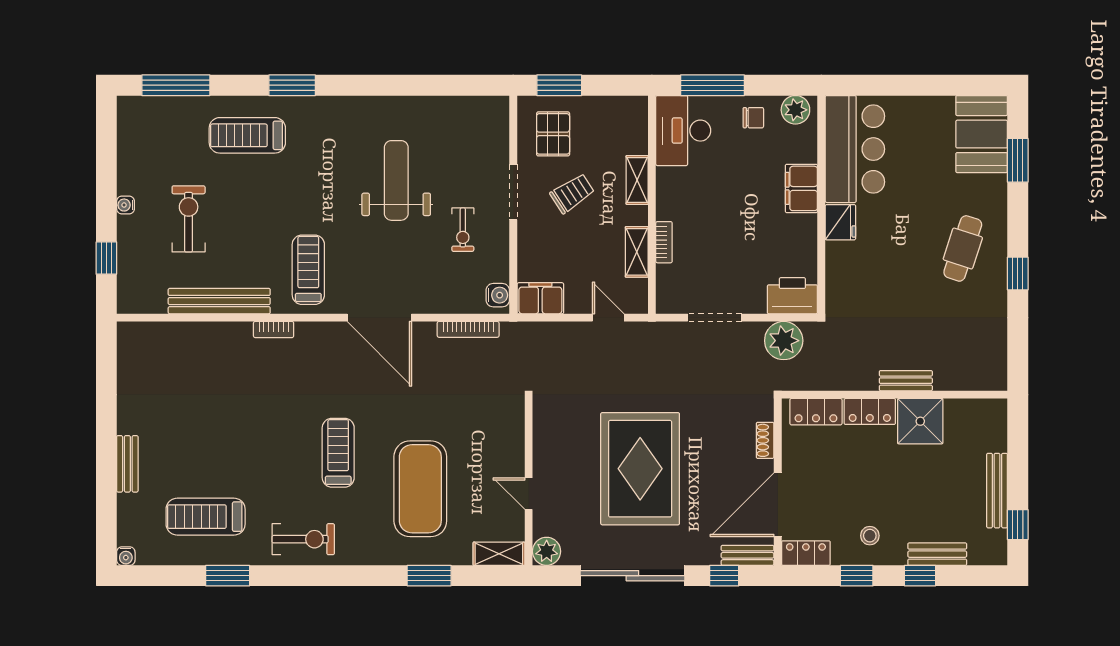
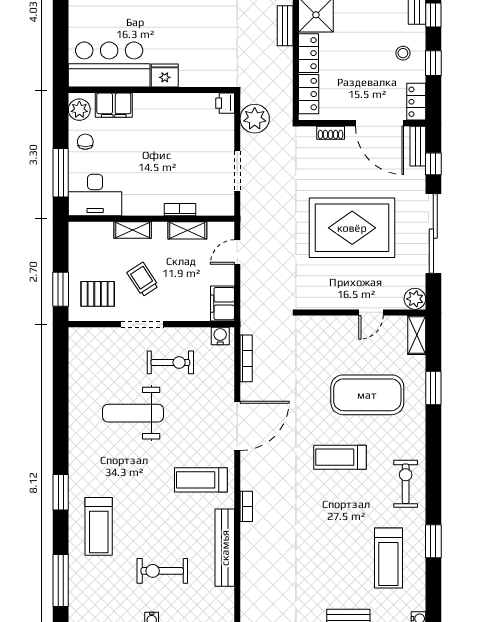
filing cabinet: (801, 188) -> (114, 105), moved
exercise bike: (463, 230) -> (170, 362), width x1.38, depth x1.39
printer: (792, 296) -> (225, 103), width x0.53, depth x0.68

